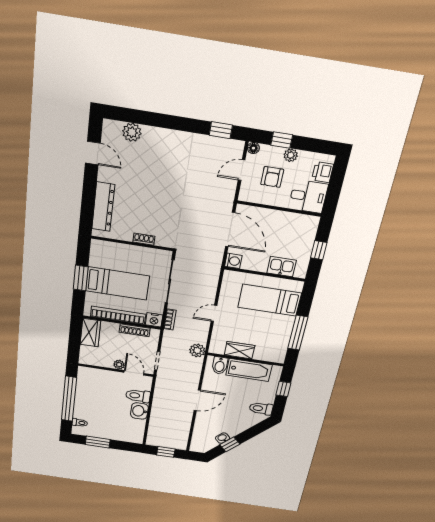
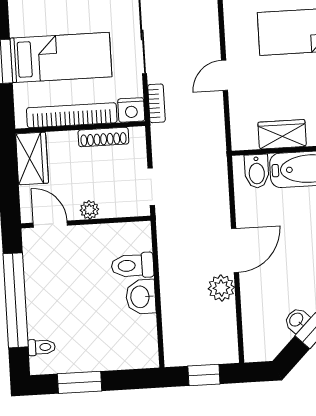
plant: (197, 350) -> (221, 288), moved
door: (134, 373) -> (50, 224), moved

